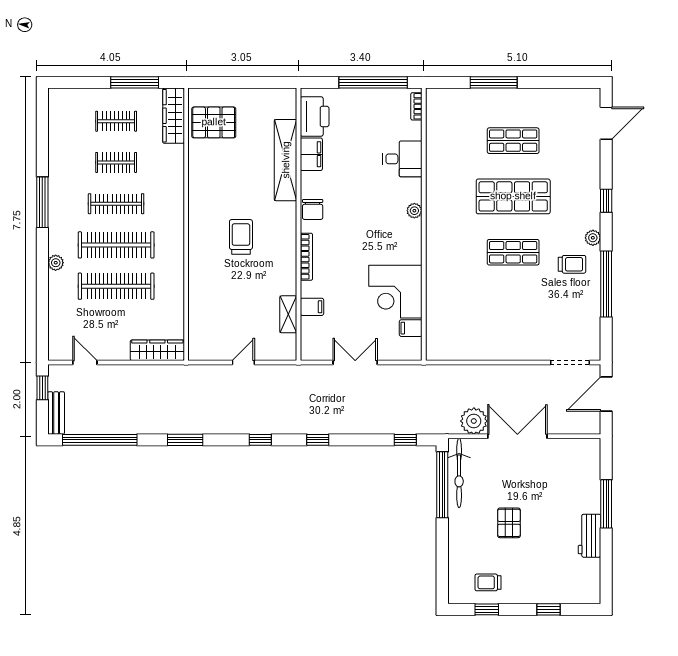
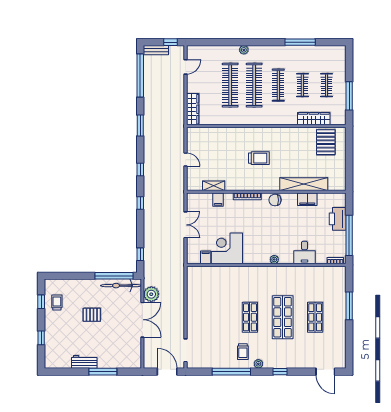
wardrobe: (174, 116) -> (314, 119), moved
printer: (315, 117) -> (338, 219), moved, turned 90
window: (42, 202) -> (300, 42), moved

